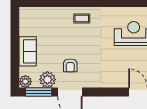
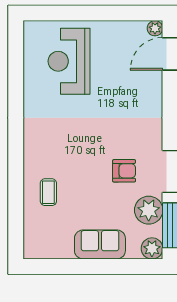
coffee table: (82, 18) -> (48, 192), moved

